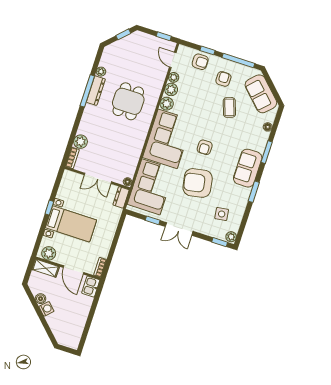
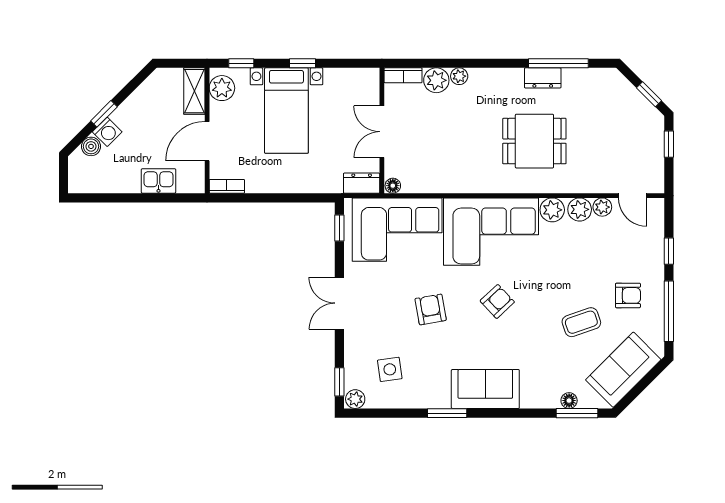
window: (164, 36) -> (669, 144), moved
door: (173, 60) -> (633, 196), swing flipped
armchair: (200, 62) -> (645, 245), removed
plant: (101, 72) -> (459, 76), moved
window: (87, 91) -> (558, 63), moved
dresser: (96, 91) -> (543, 78), width x0.70
armchair: (205, 147) -> (497, 301), turned 137
window: (267, 152) -> (577, 413), moved
armchair: (198, 183) -> (431, 309), width x0.53, depth x0.53
window: (153, 220) -> (339, 228), moved
window: (39, 239) -> (241, 63), added
kitchen sink: (91, 287) -> (158, 181), moved
boiler: (41, 299) -> (91, 146), moved
washing machine: (46, 309) -> (107, 132), moved
window: (42, 318) -> (104, 114), added

